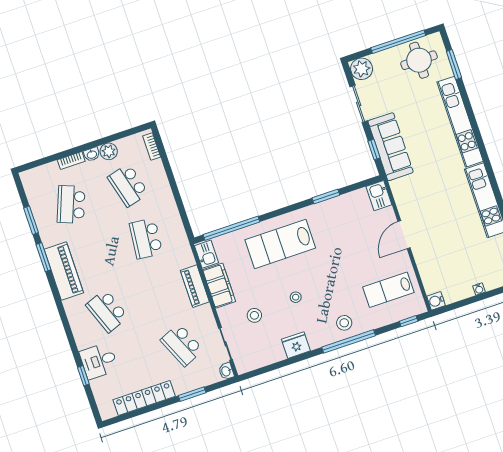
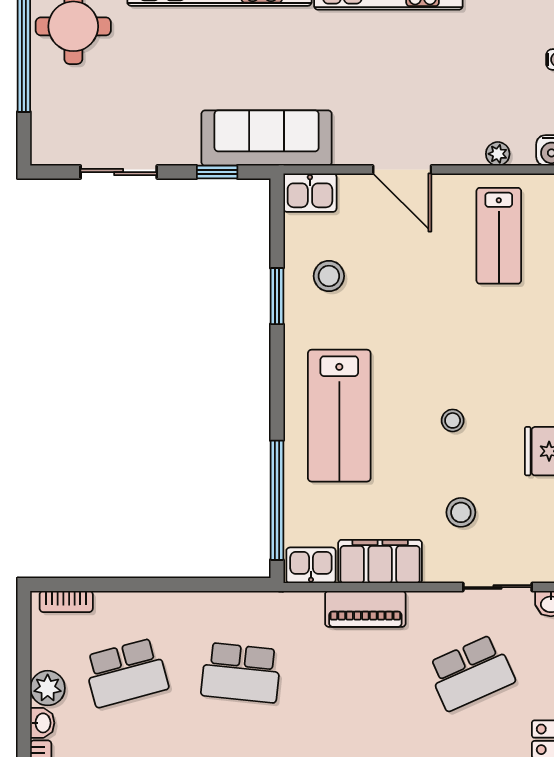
plant: (362, 69) -> (498, 154), moved, width x0.53, depth x0.53
sofa: (391, 147) -> (267, 138), moved
stool: (344, 323) -> (329, 276), moved

